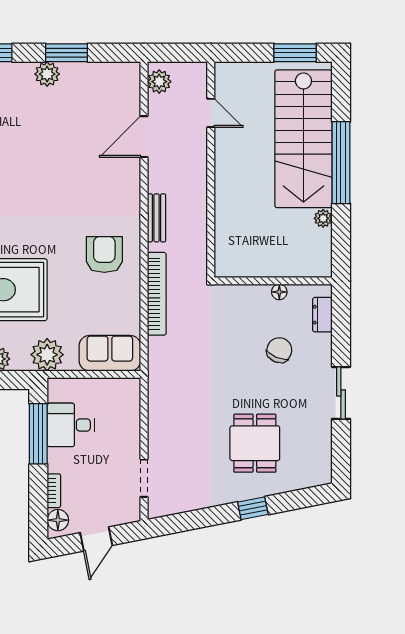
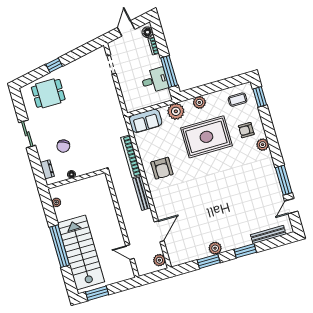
bench: (157, 218) -> (142, 193), width x1.36
plant: (323, 218) -> (56, 202), moved
dining table: (255, 443) -> (48, 93), moved, turned 90

